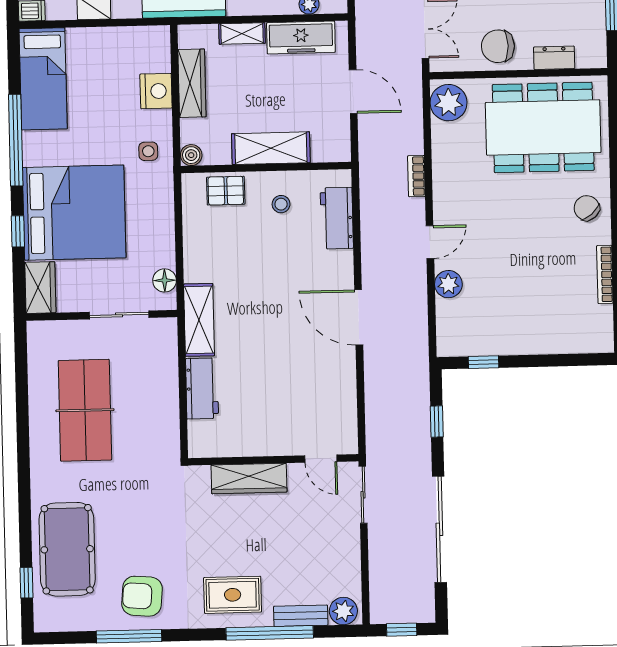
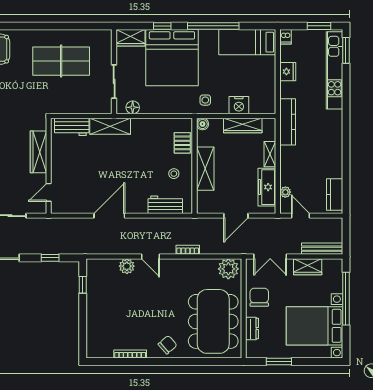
door: (321, 459) -> (49, 192), moved
wall: (273, 460) -> (49, 166), moved
wardrobe: (249, 479) -> (38, 152), moved

